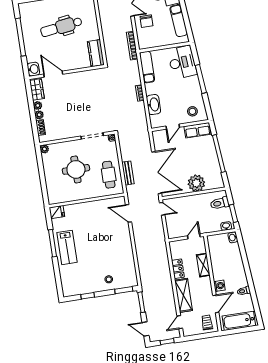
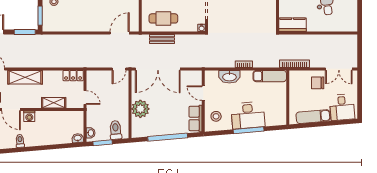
desk: (182, 62) -> (248, 115), moved
locker: (178, 269) -> (73, 76), moved

